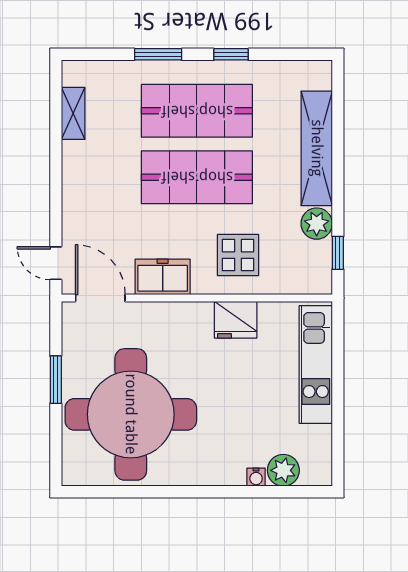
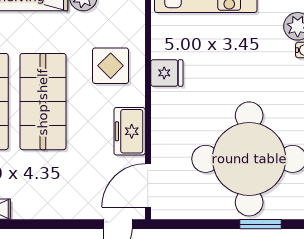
fridge: (236, 320) -> (167, 73), width x0.72
window: (56, 380) -> (261, 224), moved

